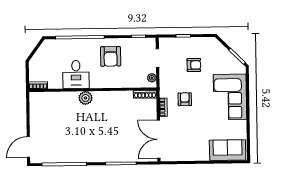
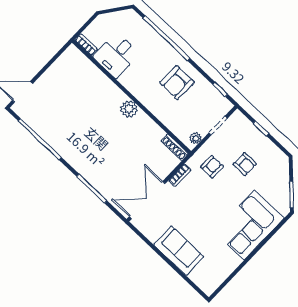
desk: (76, 74) -> (116, 55), moved
plant: (86, 98) -> (129, 109), moved
armchair: (185, 99) -> (212, 167), moved
sofa: (228, 150) -> (179, 251), moved

